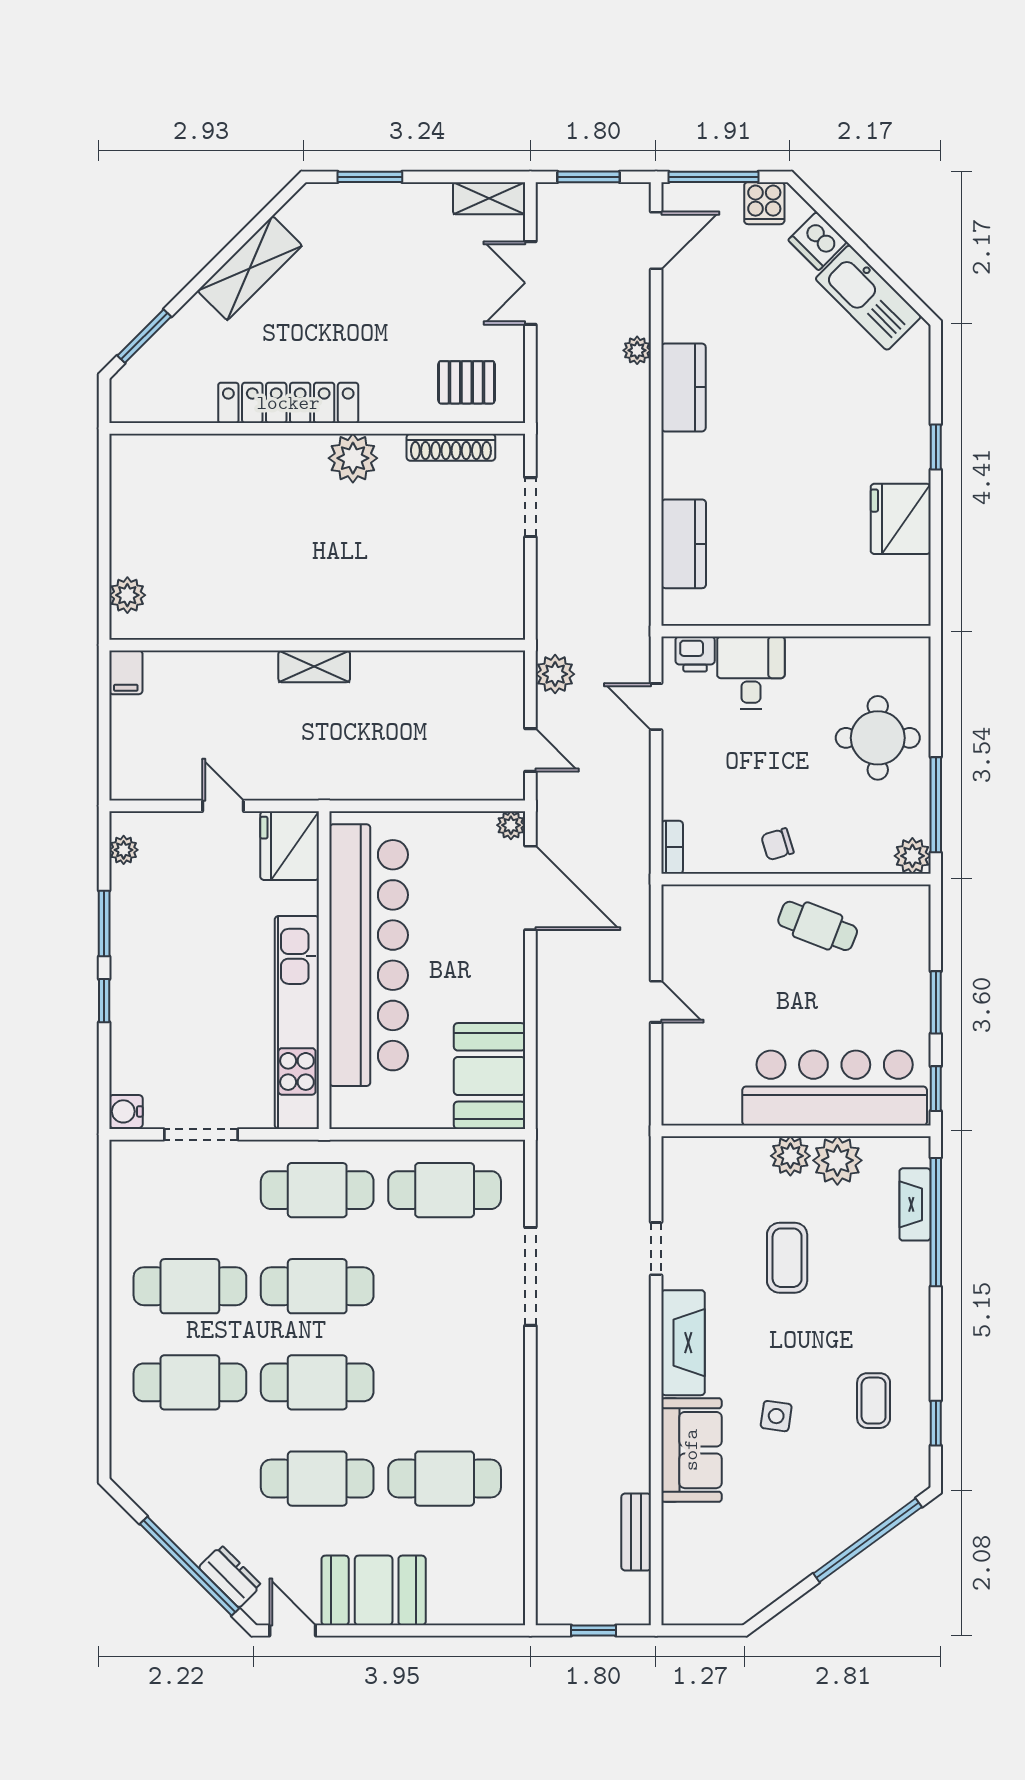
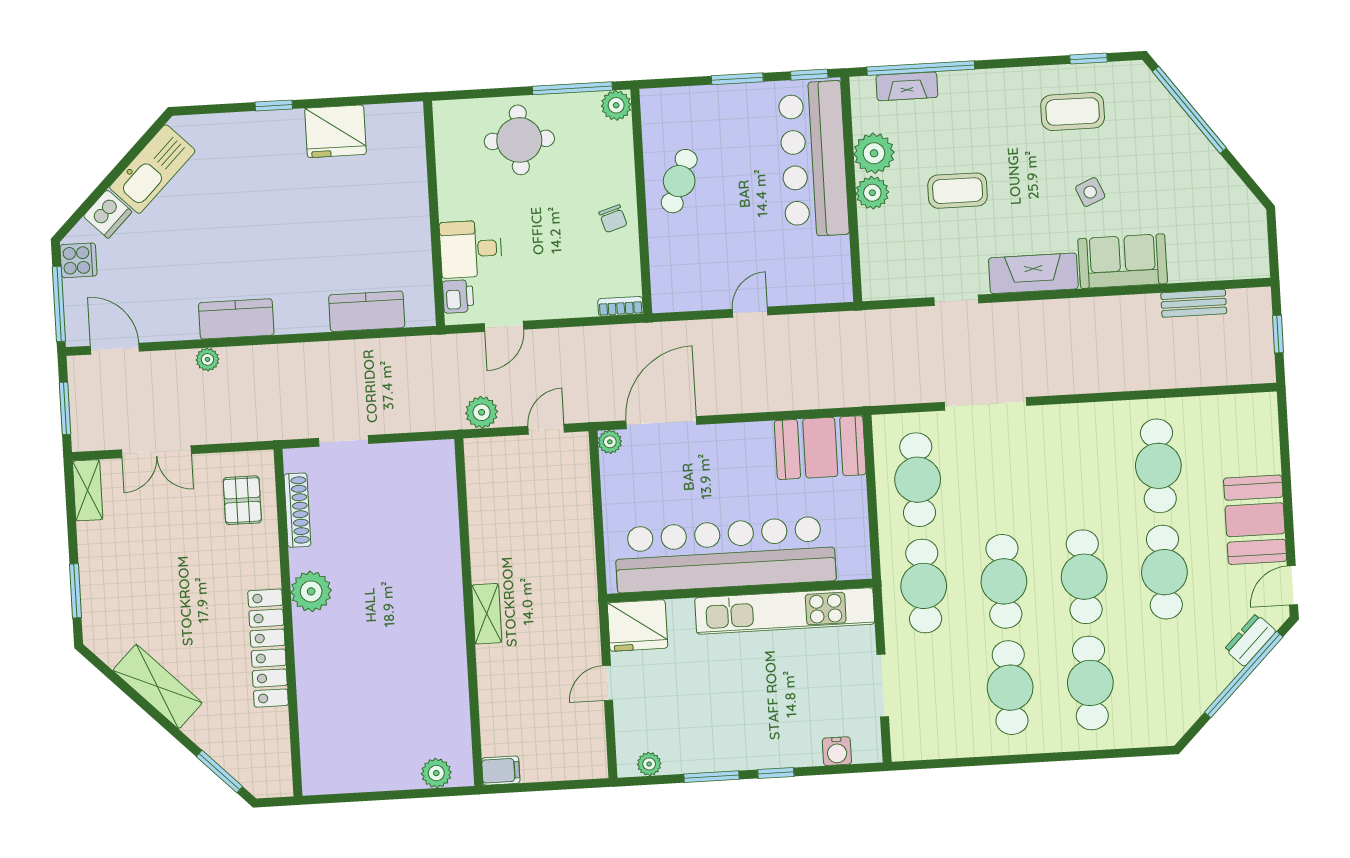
water cooler: (126, 1111) -> (837, 751), moved
coffee table: (874, 1401) -> (1073, 112), width x1.36, depth x1.30
side table: (776, 1416) -> (1090, 192), turned -31

